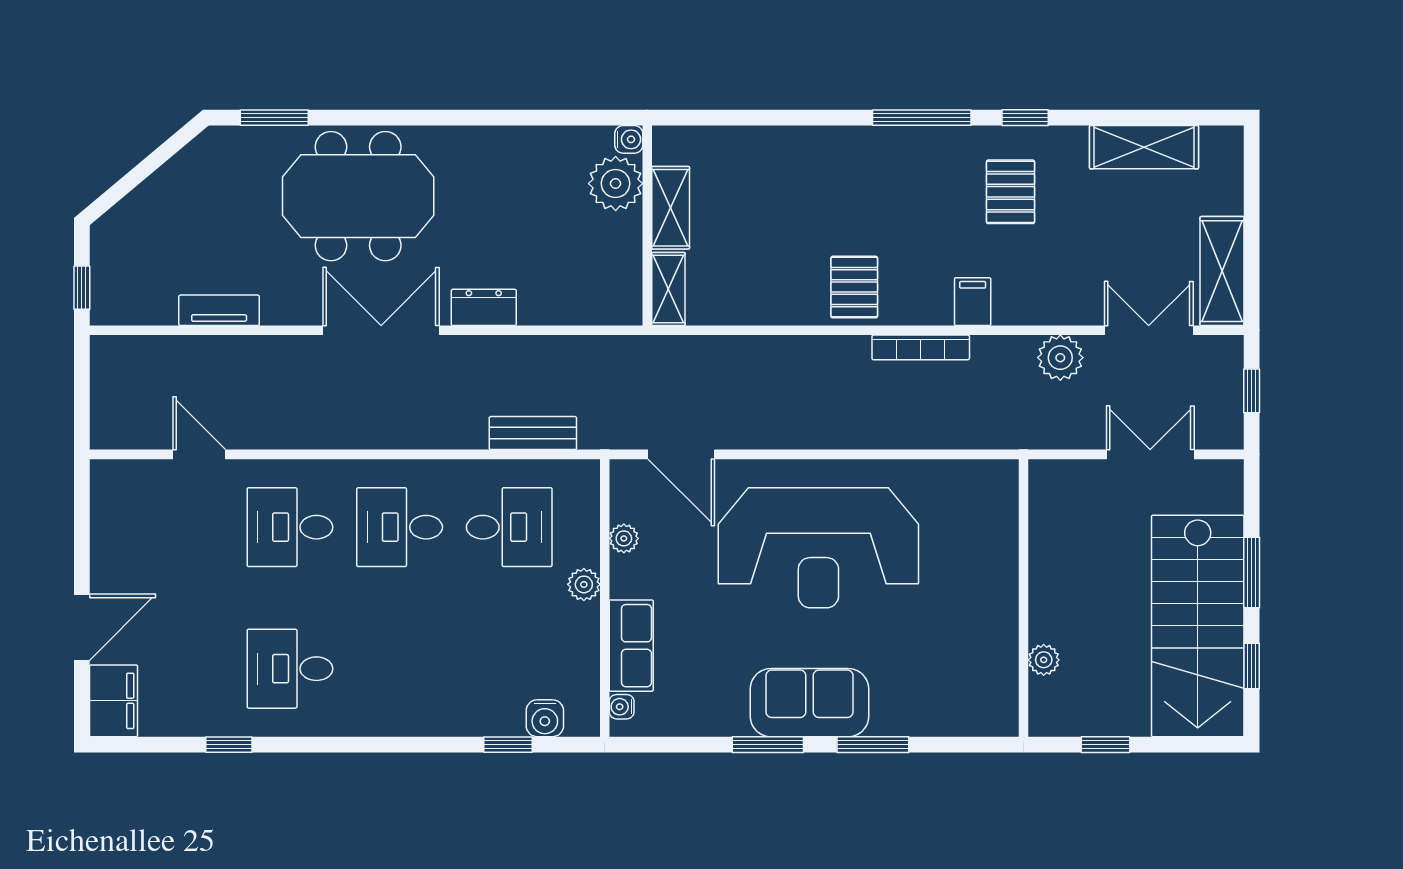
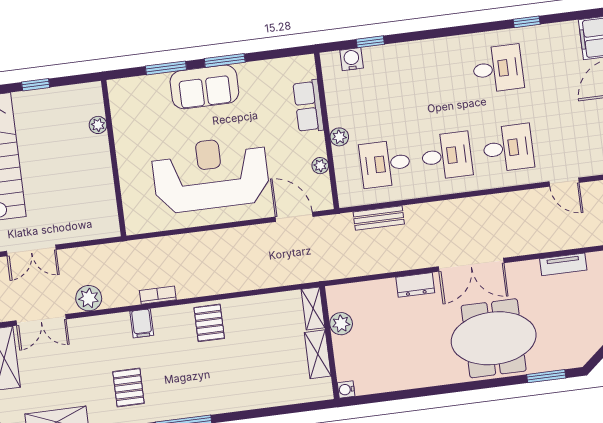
plant: (616, 184) -> (341, 324), moved, width x0.73, depth x0.73
bookcase: (921, 347) -> (158, 295), width x0.64
wall: (1024, 598) -> (114, 158), moved
plant: (1044, 660) -> (98, 125), moved
water cooler: (622, 707) -> (309, 71), removed

